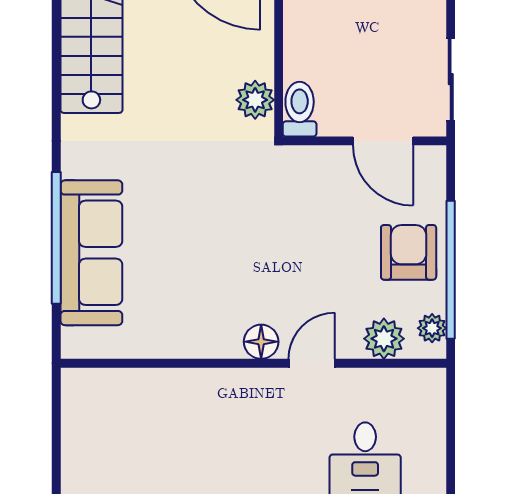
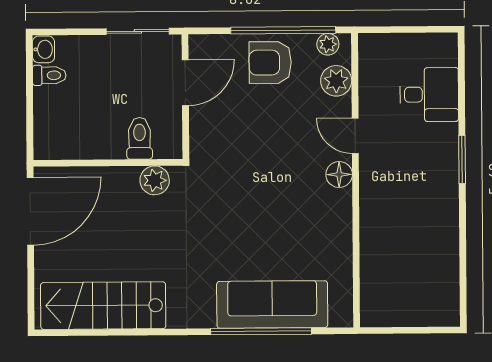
toilet: (300, 109) -> (140, 138), moved, turned 90

